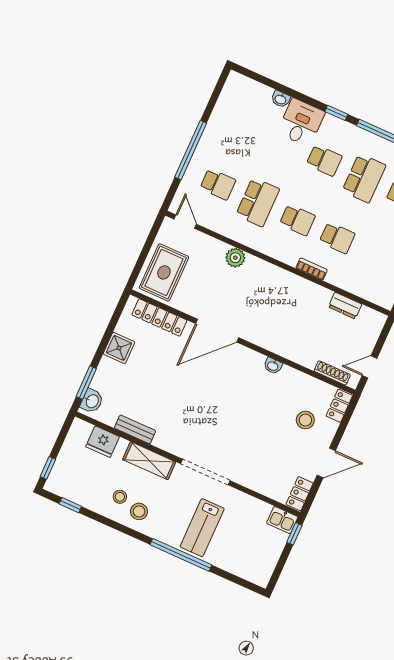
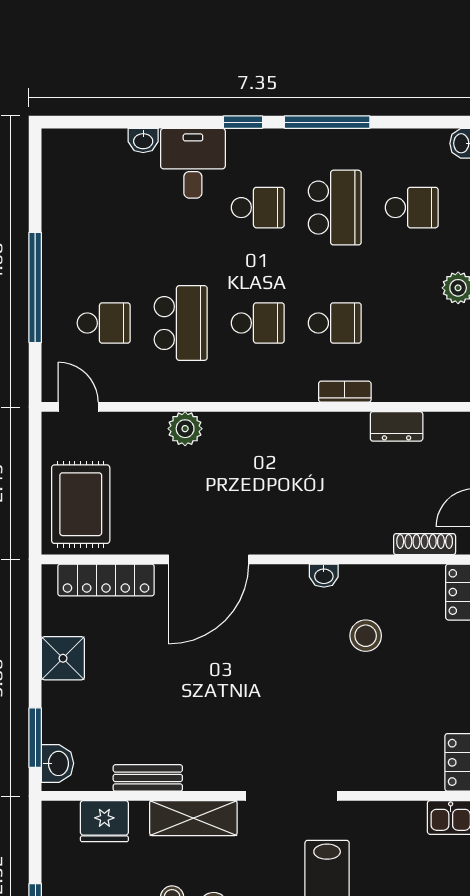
bookcase: (312, 269) -> (345, 392), moved
stool: (305, 420) -> (366, 636), moved

